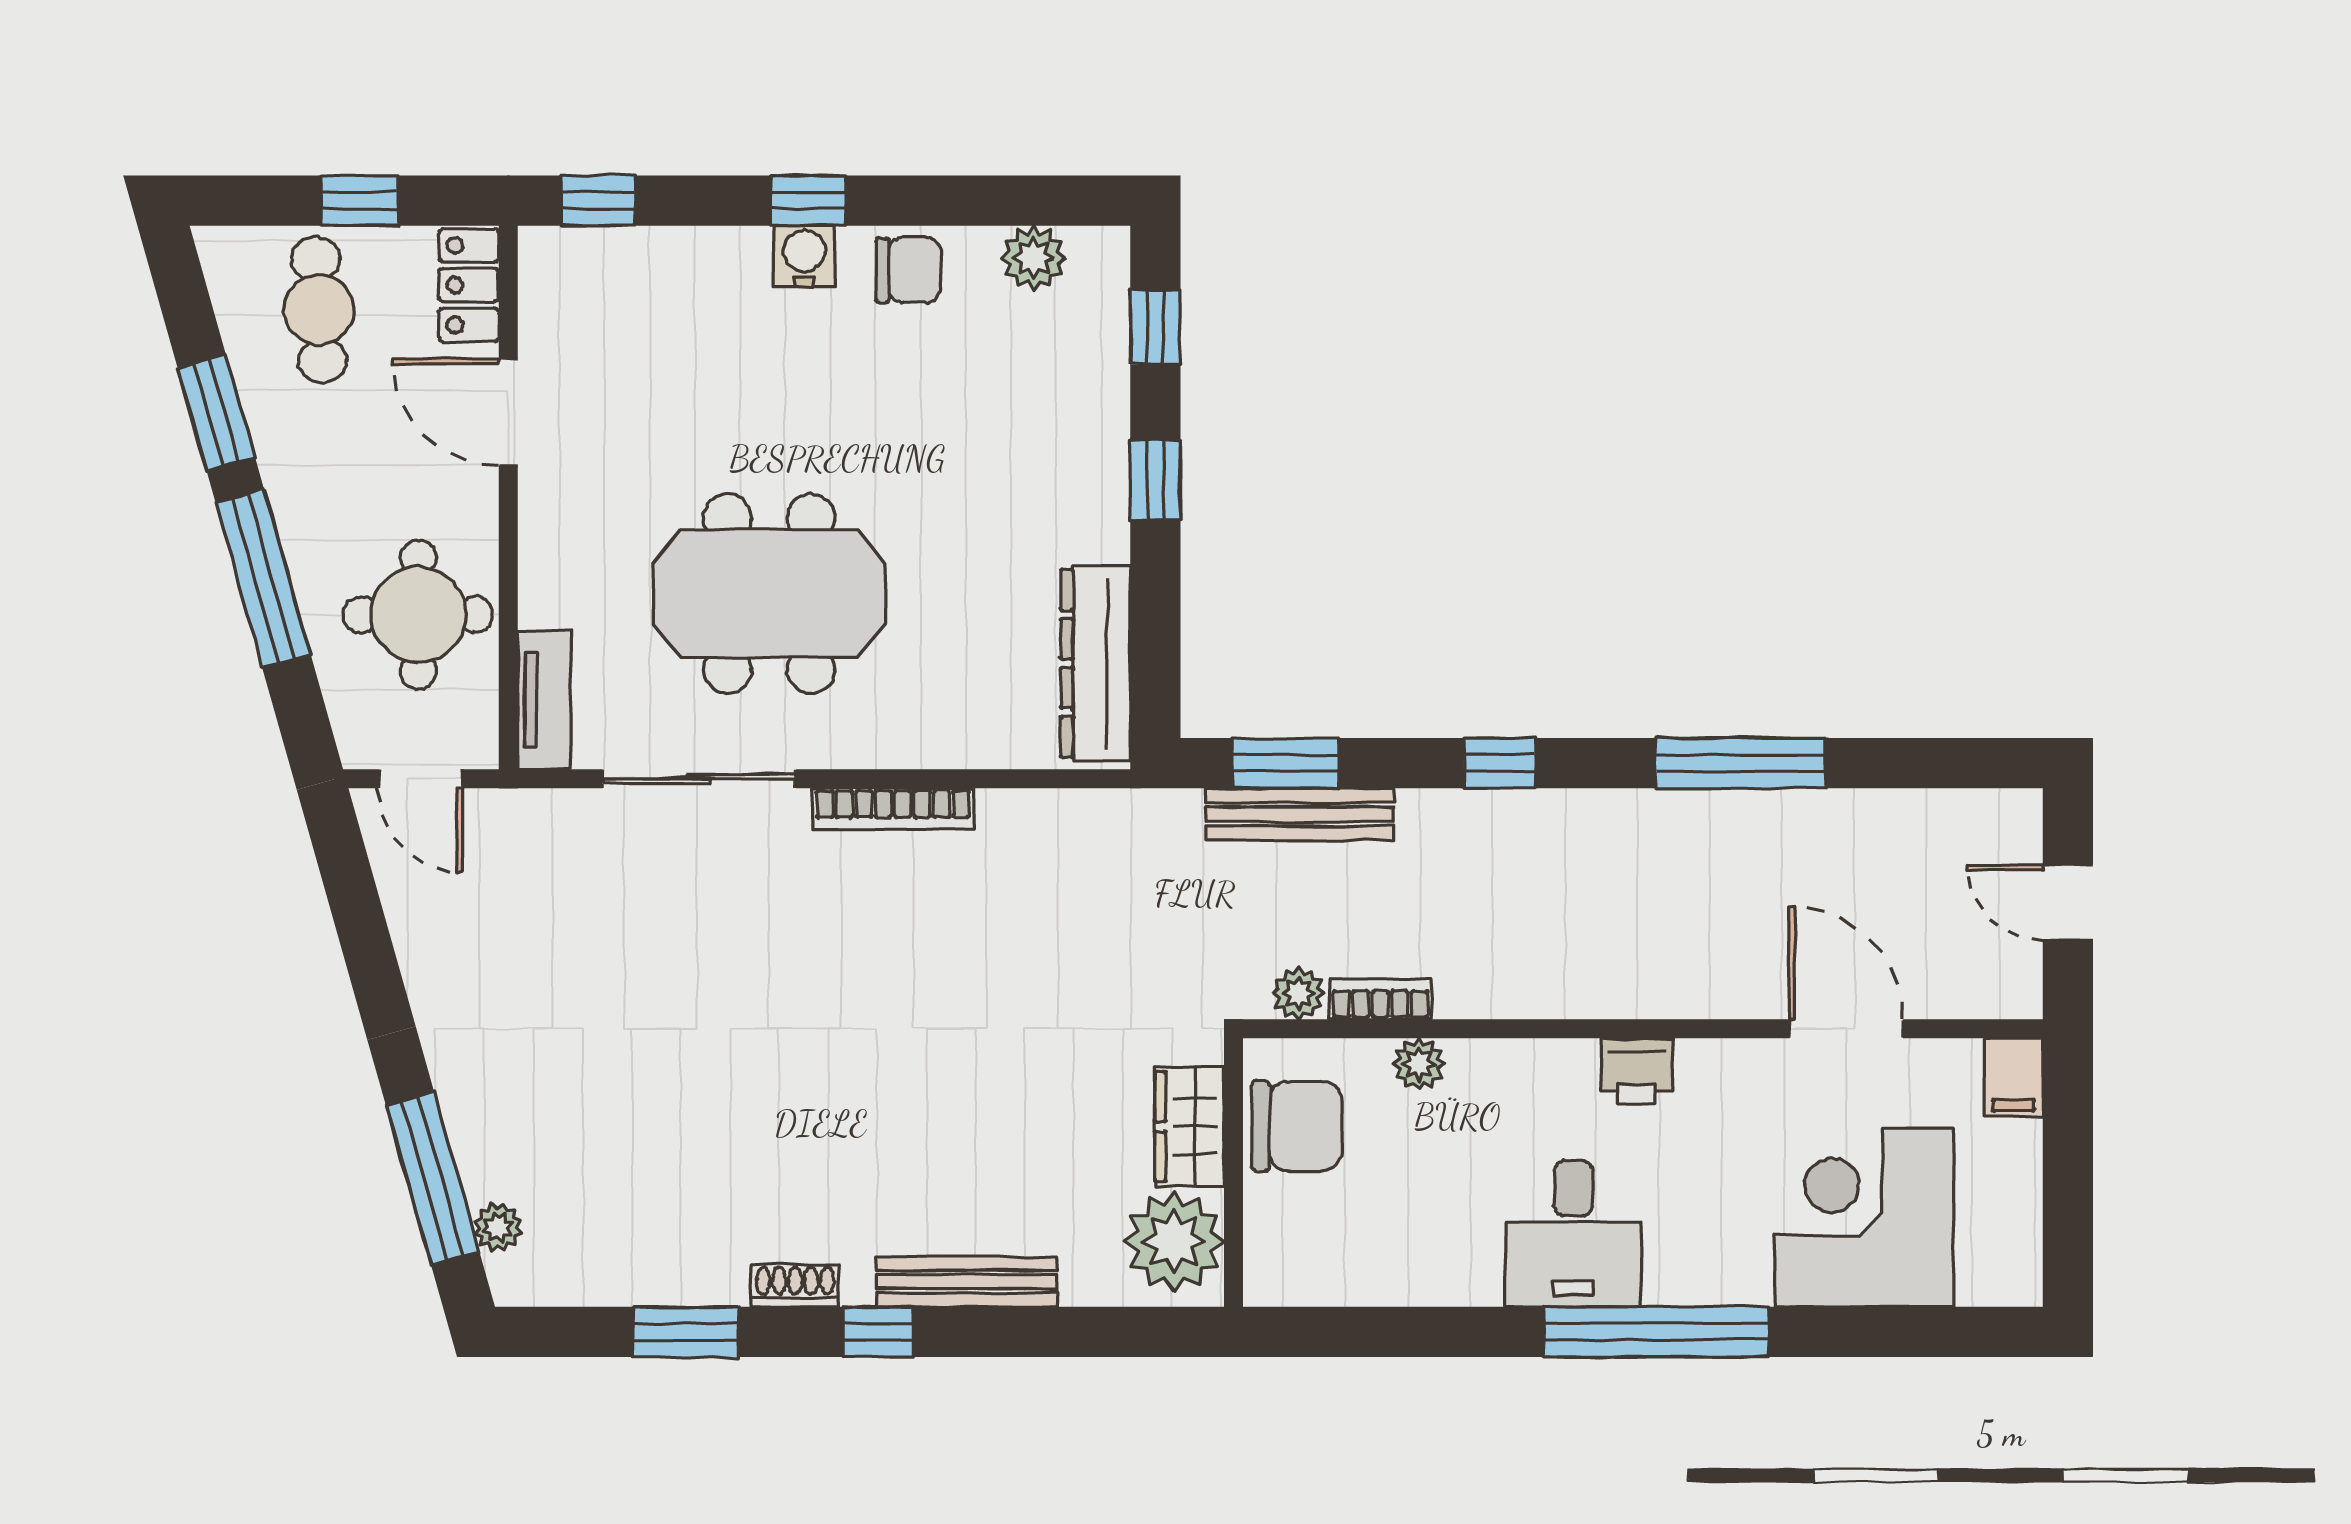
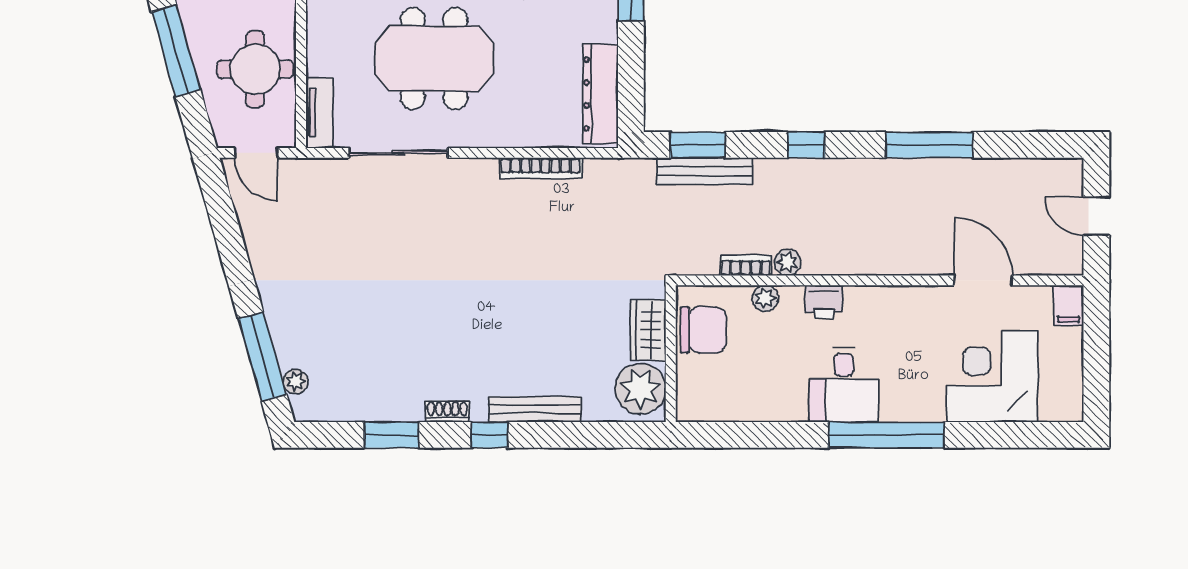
bookcase: (893, 809) -> (541, 168), moved
plant: (1299, 993) -> (788, 262), moved
printer: (1637, 1071) -> (824, 302), moved

